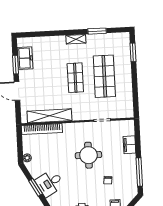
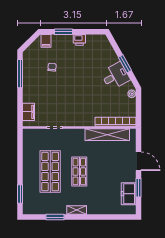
filing cabinet: (129, 145) -> (29, 112), moved
round table: (88, 155) -> (70, 93), removed
desk: (50, 183) -> (115, 76), moved

